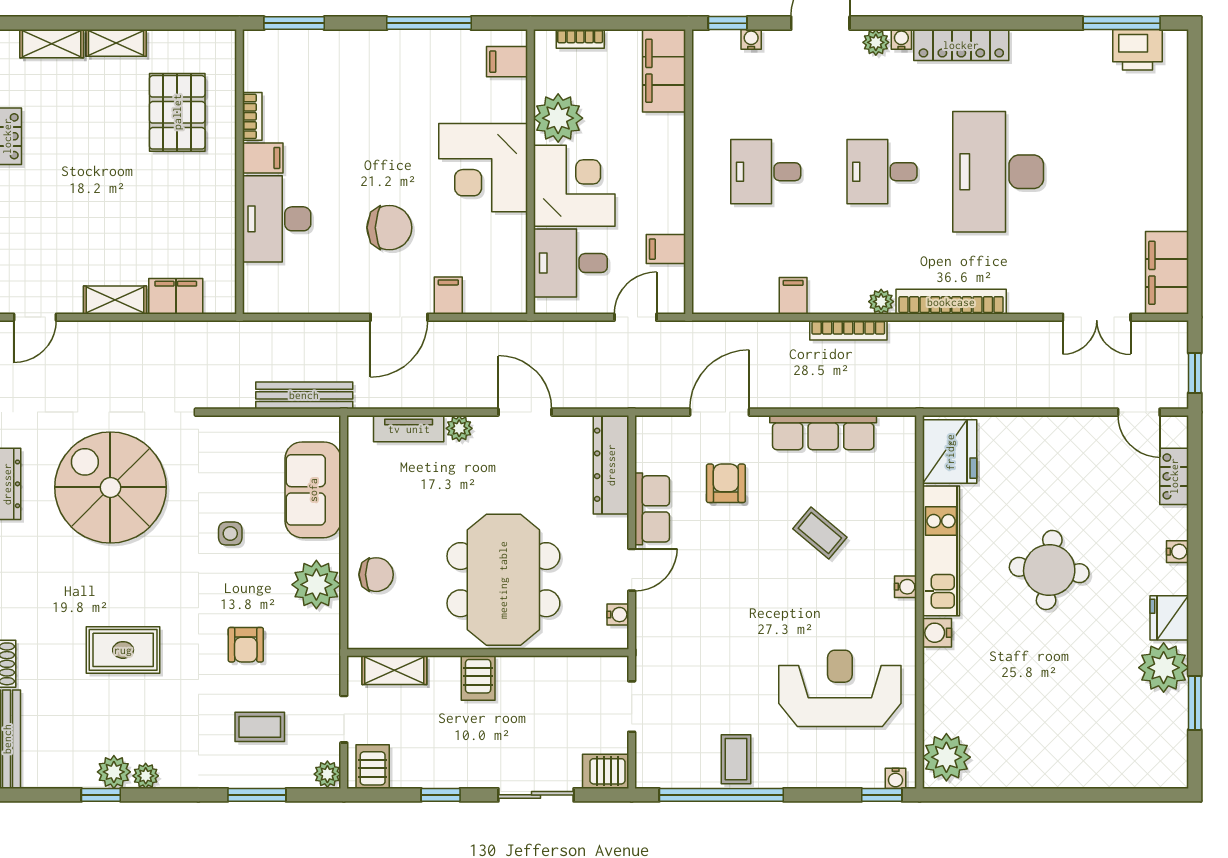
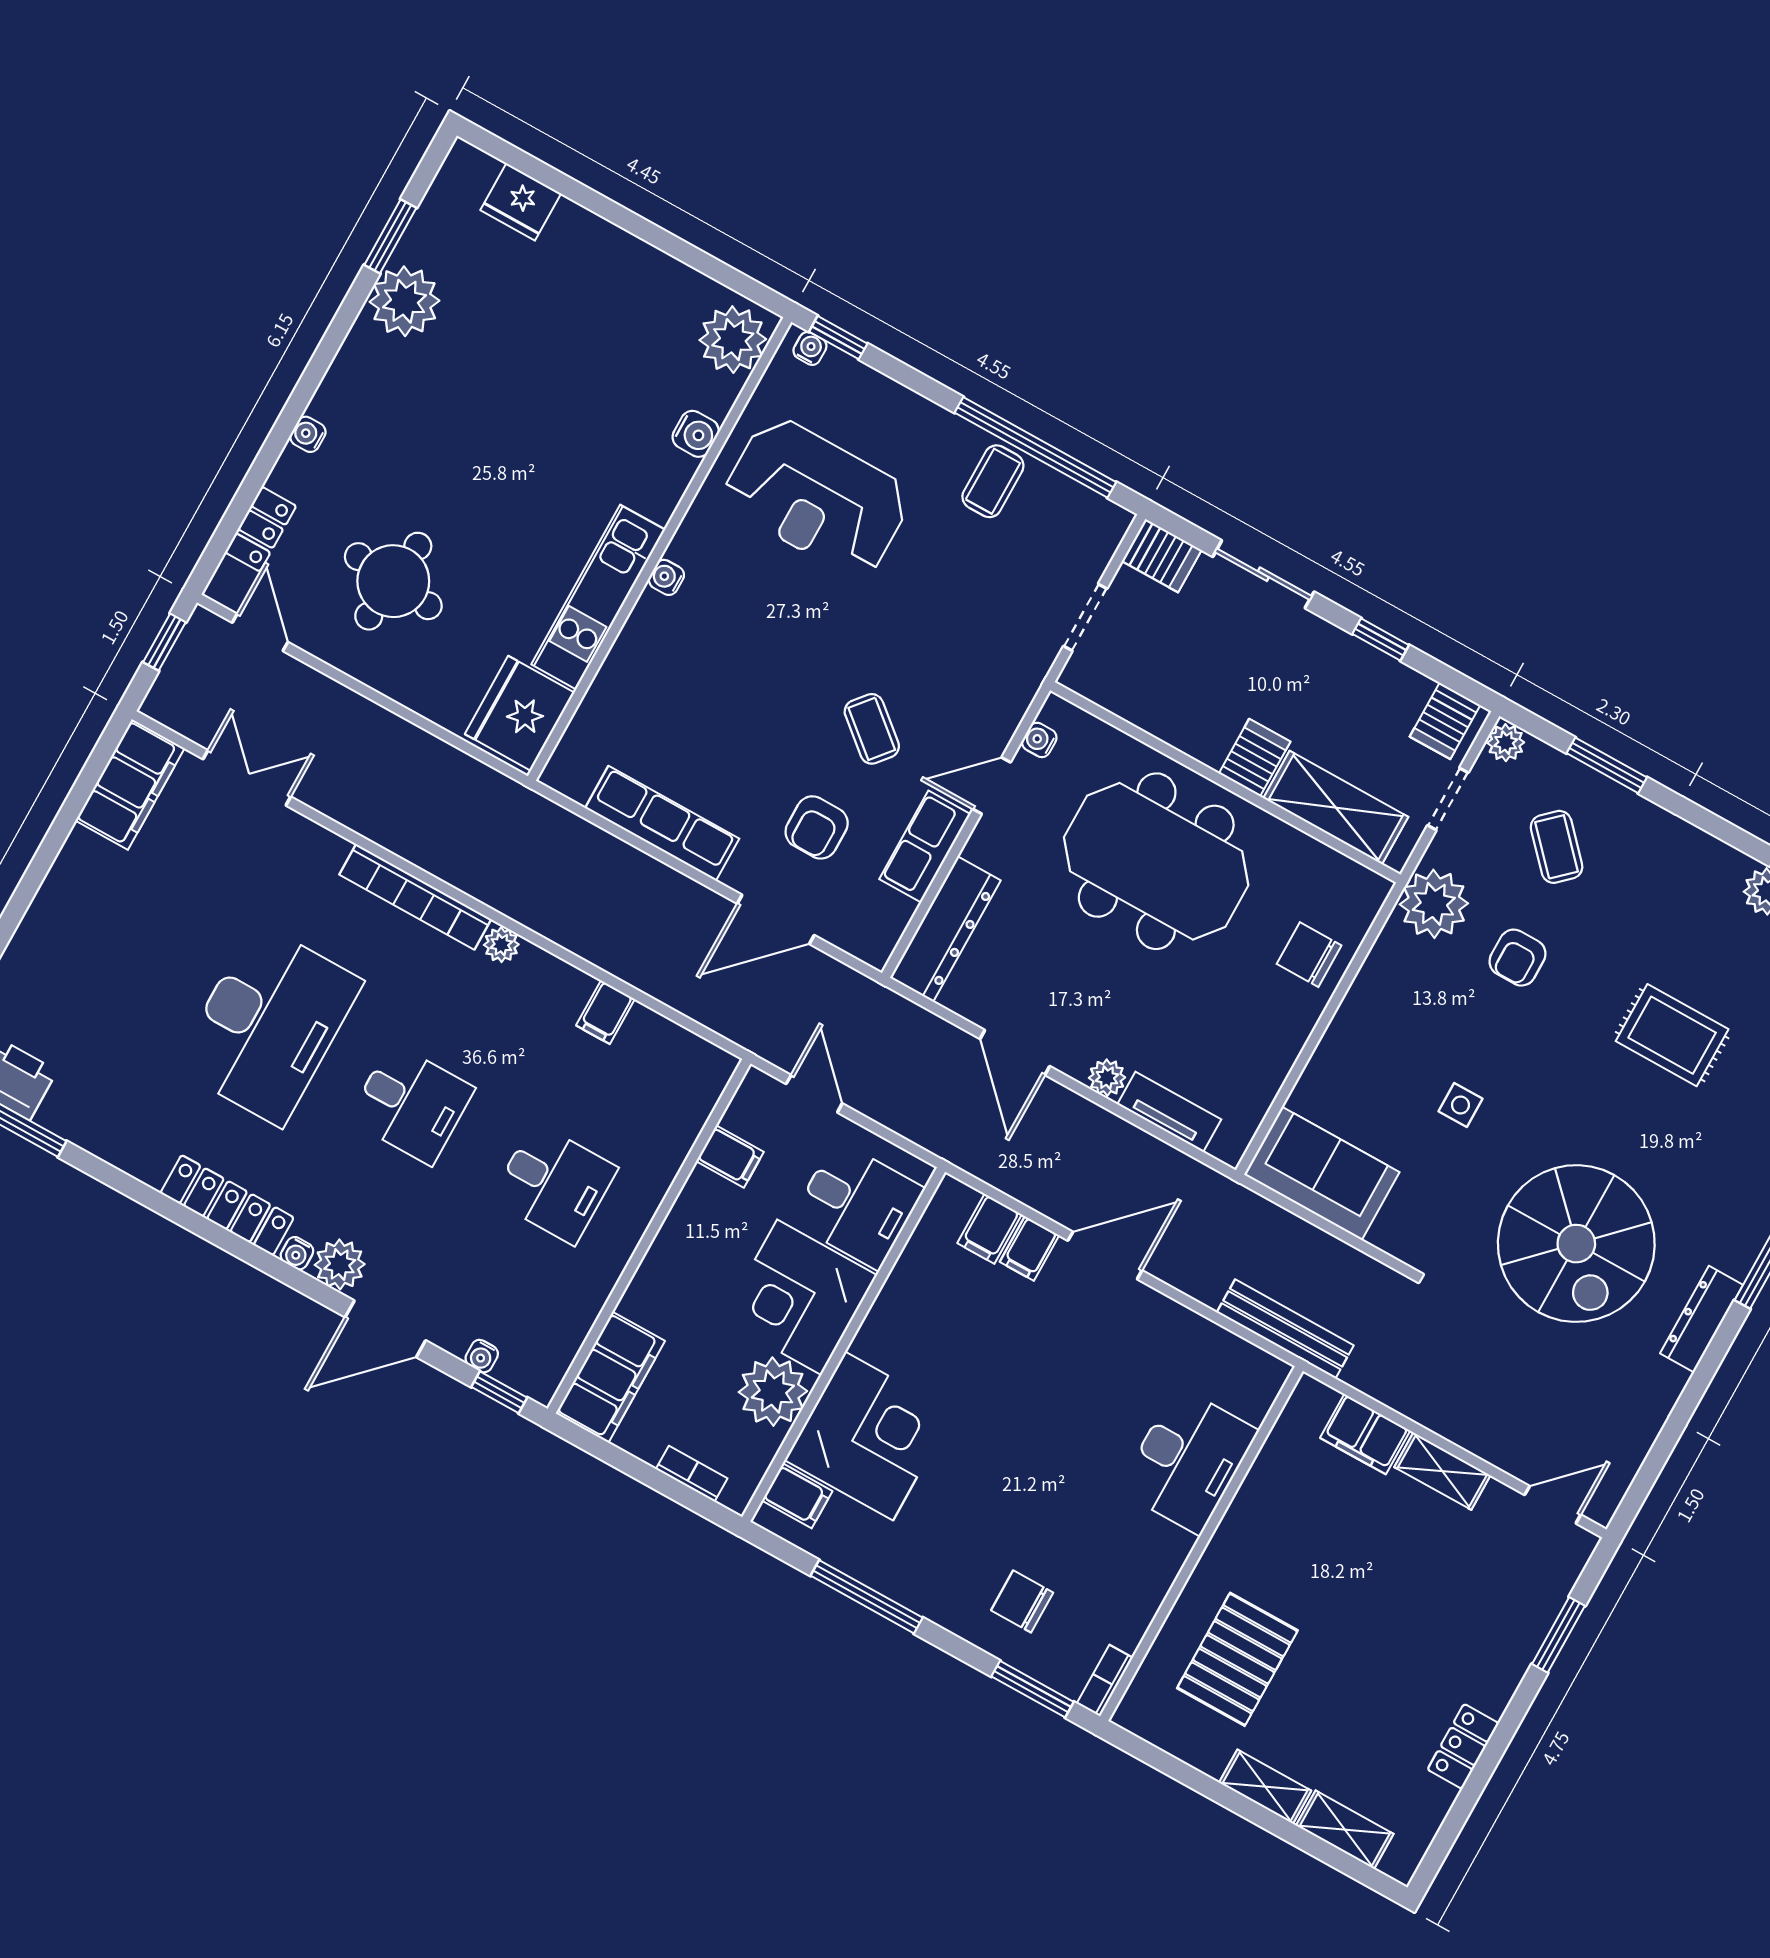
plant: (876, 42) -> (340, 1264), width x1.38, depth x1.38
bookcase: (252, 116) -> (1105, 1681), moved
filing cabinet: (263, 158) -> (990, 1229), moved, turned -90
corner desk: (483, 168) -> (869, 1436), moved
chair: (389, 228) -> (1022, 1601), moved, width x0.73, depth x0.73
door: (635, 317) -> (814, 1094), swing flipped
bookcase: (848, 330) -> (561, 932), removed
bench: (304, 395) -> (1285, 1329), moved
sofa: (313, 490) -> (1322, 1174), moved, turned -90
coffee table: (820, 533) -> (872, 729), moved
round table: (1049, 570) -> (393, 581), moved
meeting table: (503, 580) -> (1156, 861), turned 90
plant: (316, 585) -> (1434, 904), moved
fridge: (1169, 618) -> (521, 202), moved, turned 90
water cooler: (937, 633) -> (696, 434), moved
armchair: (246, 645) -> (1518, 958), turned 180
shelving: (394, 670) -> (1336, 808), width x1.50, depth x1.33
coffee table: (260, 727) -> (1557, 847), turned 47
plant: (146, 776) -> (1730, 865), removed

